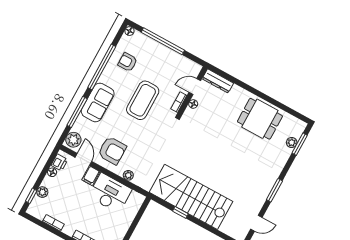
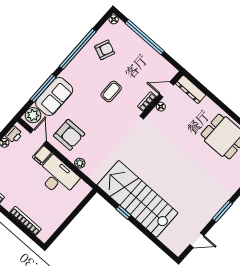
armchair: (127, 62) -> (105, 50), turned 113
coffee table: (143, 100) -> (111, 91), width x0.54, depth x0.58
sofa: (98, 102) -> (54, 96), moved

